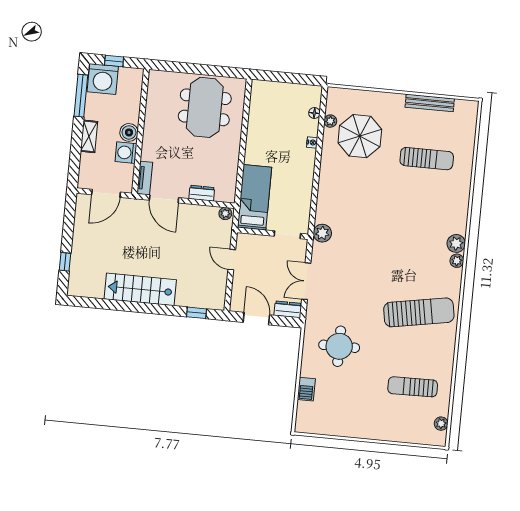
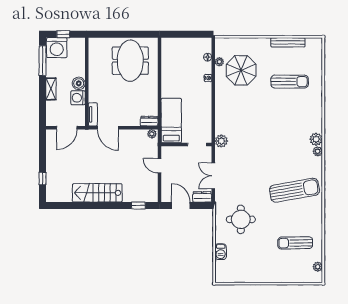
dresser: (202, 193) -> (149, 121), moved

